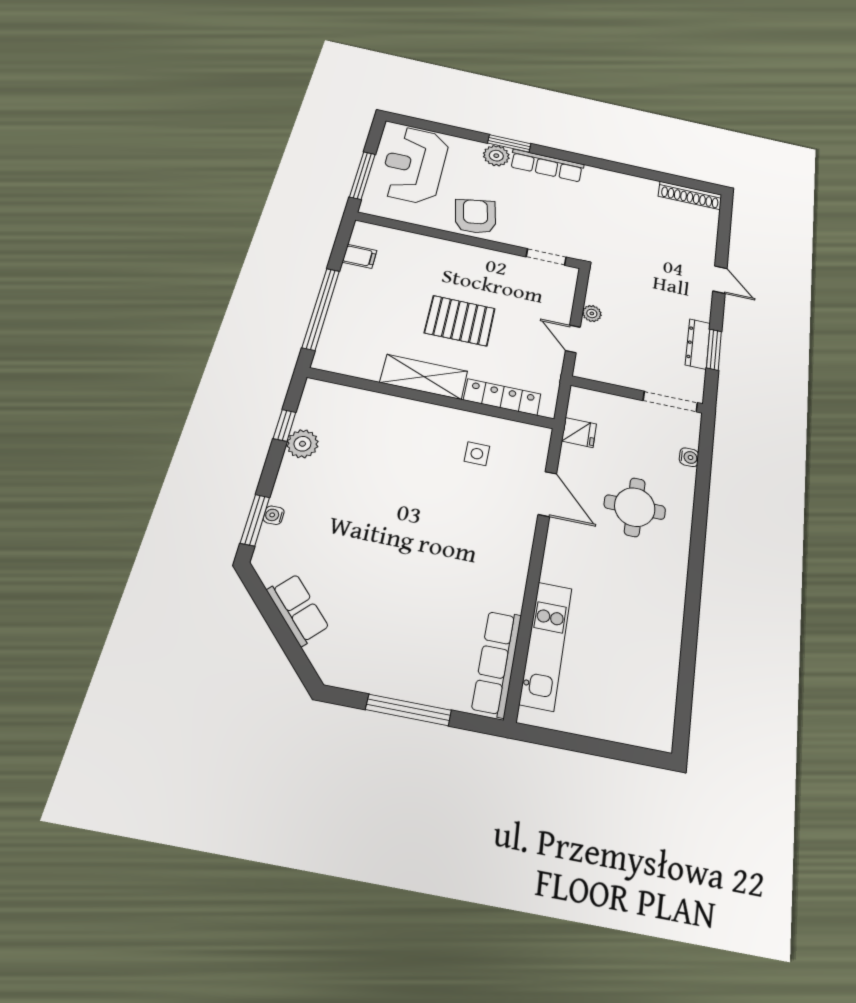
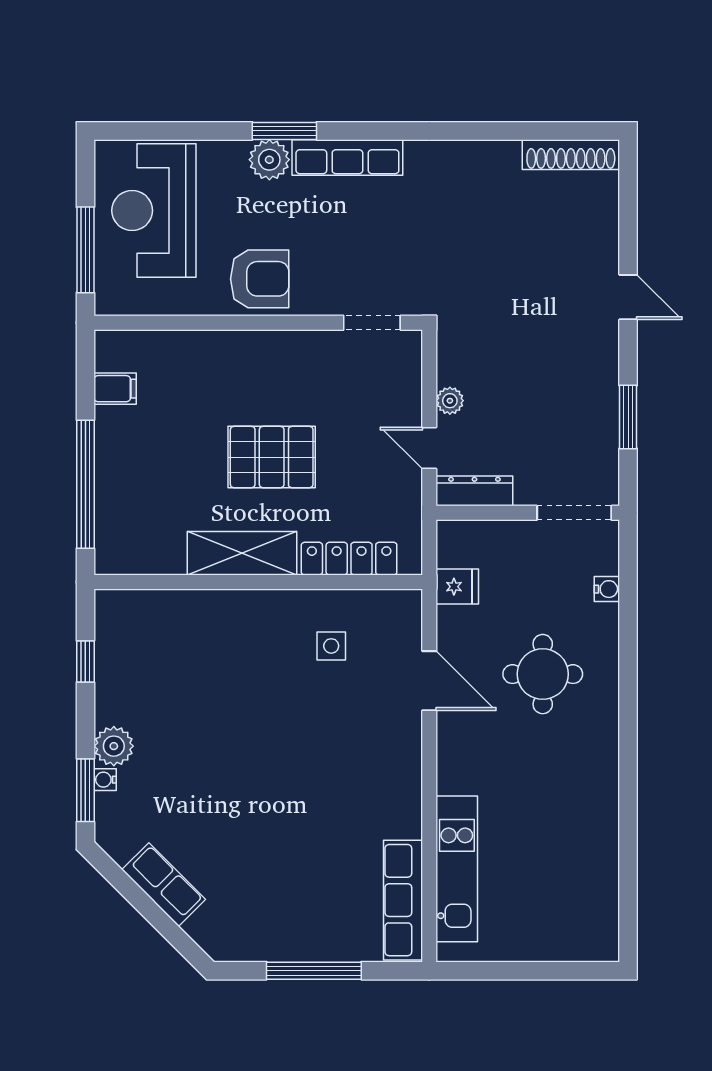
armchair: (475, 216) -> (260, 279), turned 101
dresser: (698, 344) -> (474, 491), moved, turned 90
plant: (302, 444) -> (114, 746), moved

